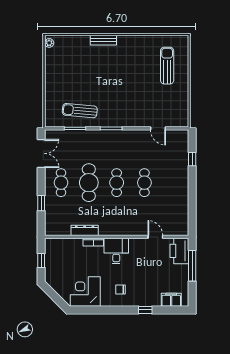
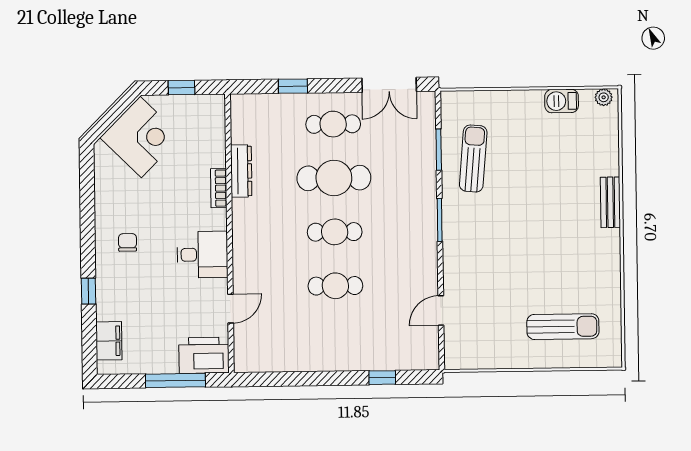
barbecue: (51, 65) -> (562, 101), added
desk: (116, 251) -> (202, 255), moved
corner desk: (85, 292) -> (141, 137), moved, turned 45

